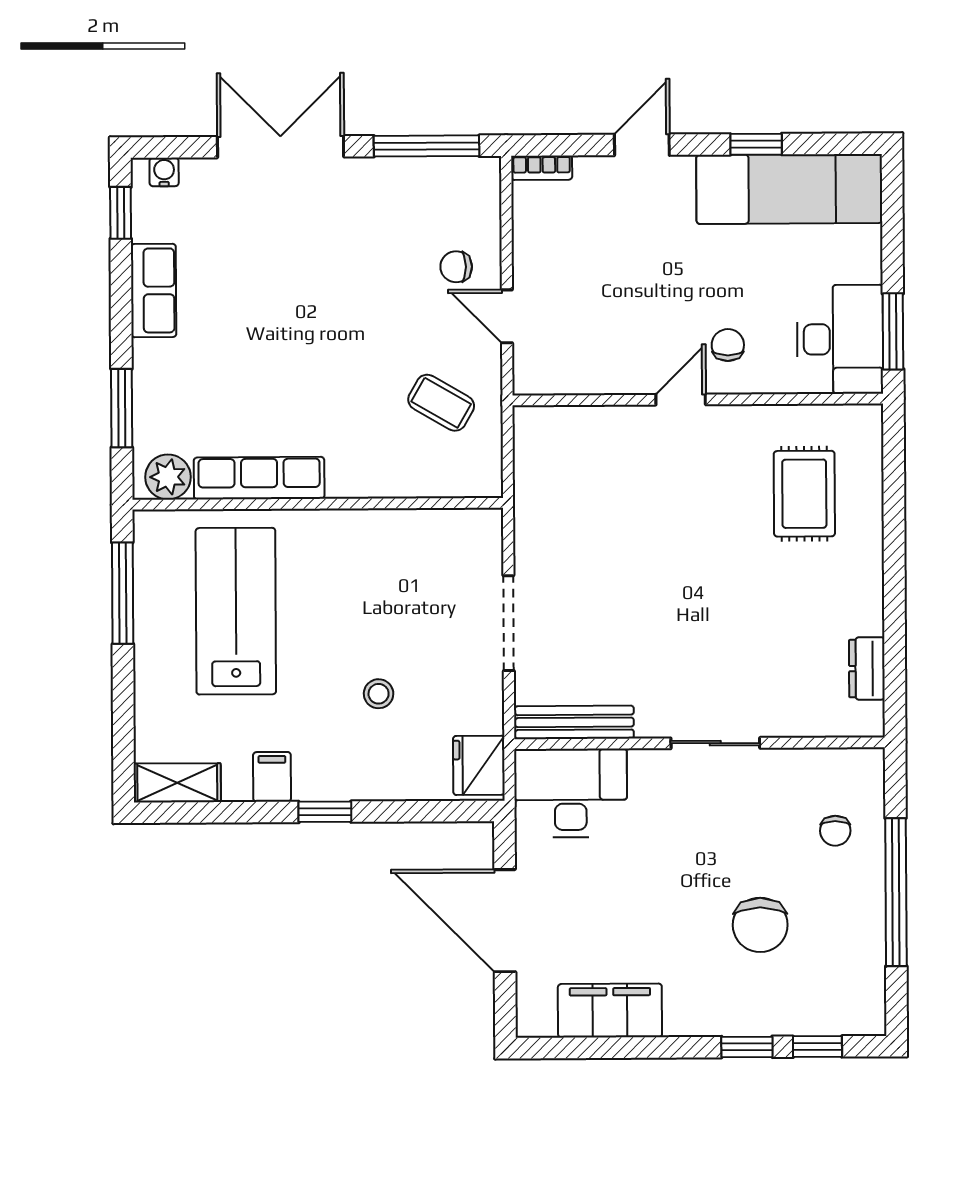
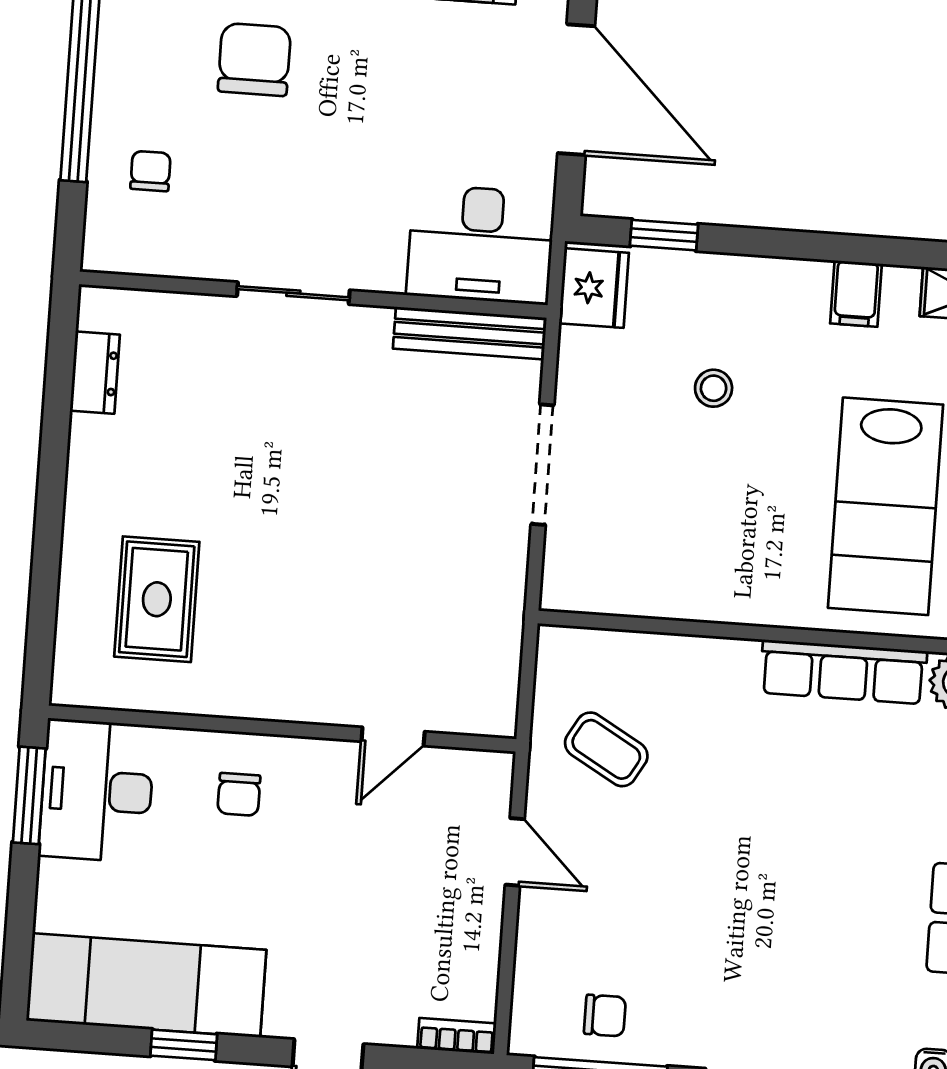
chair: (456, 267) -> (605, 1016), moved
door: (681, 400) -> (393, 736), moved
window: (325, 812) -> (664, 235), moved

